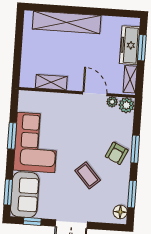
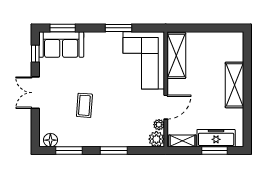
shelving: (67, 22) -> (234, 85), width x0.68
shelving: (51, 82) -> (176, 56), width x1.50, depth x1.33
corner sofa: (36, 142) -> (144, 60), moved, turned 90
armchair: (117, 153) -> (108, 133), removed
coffee table: (88, 175) -> (84, 105), turned -44

